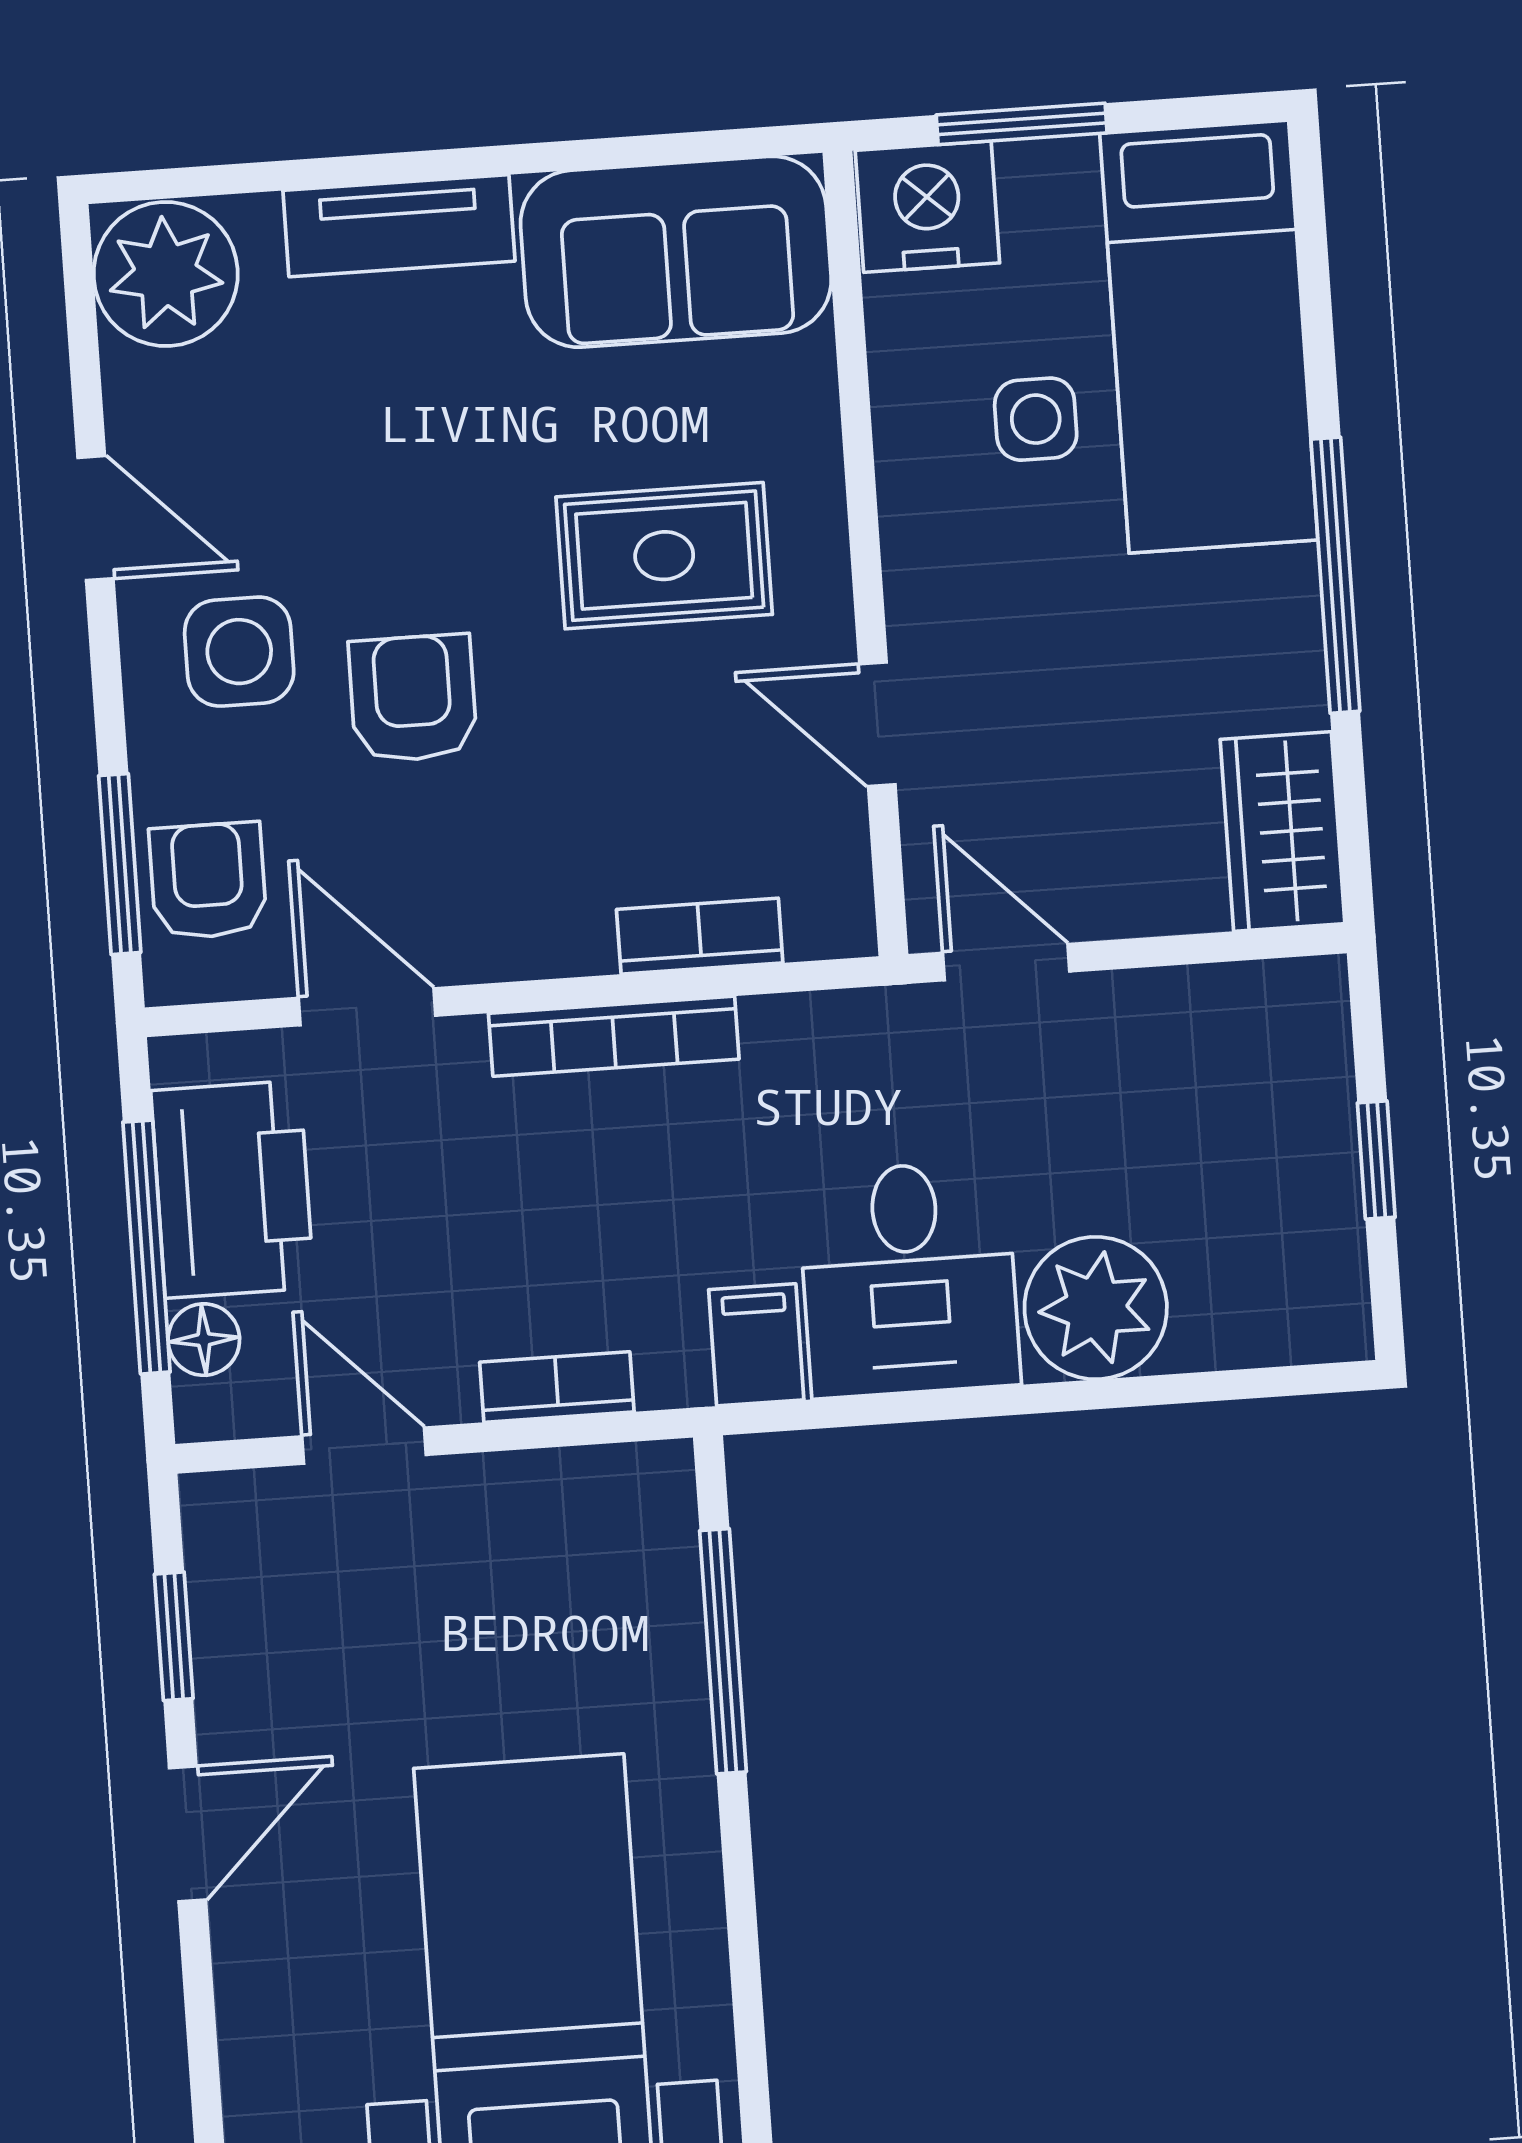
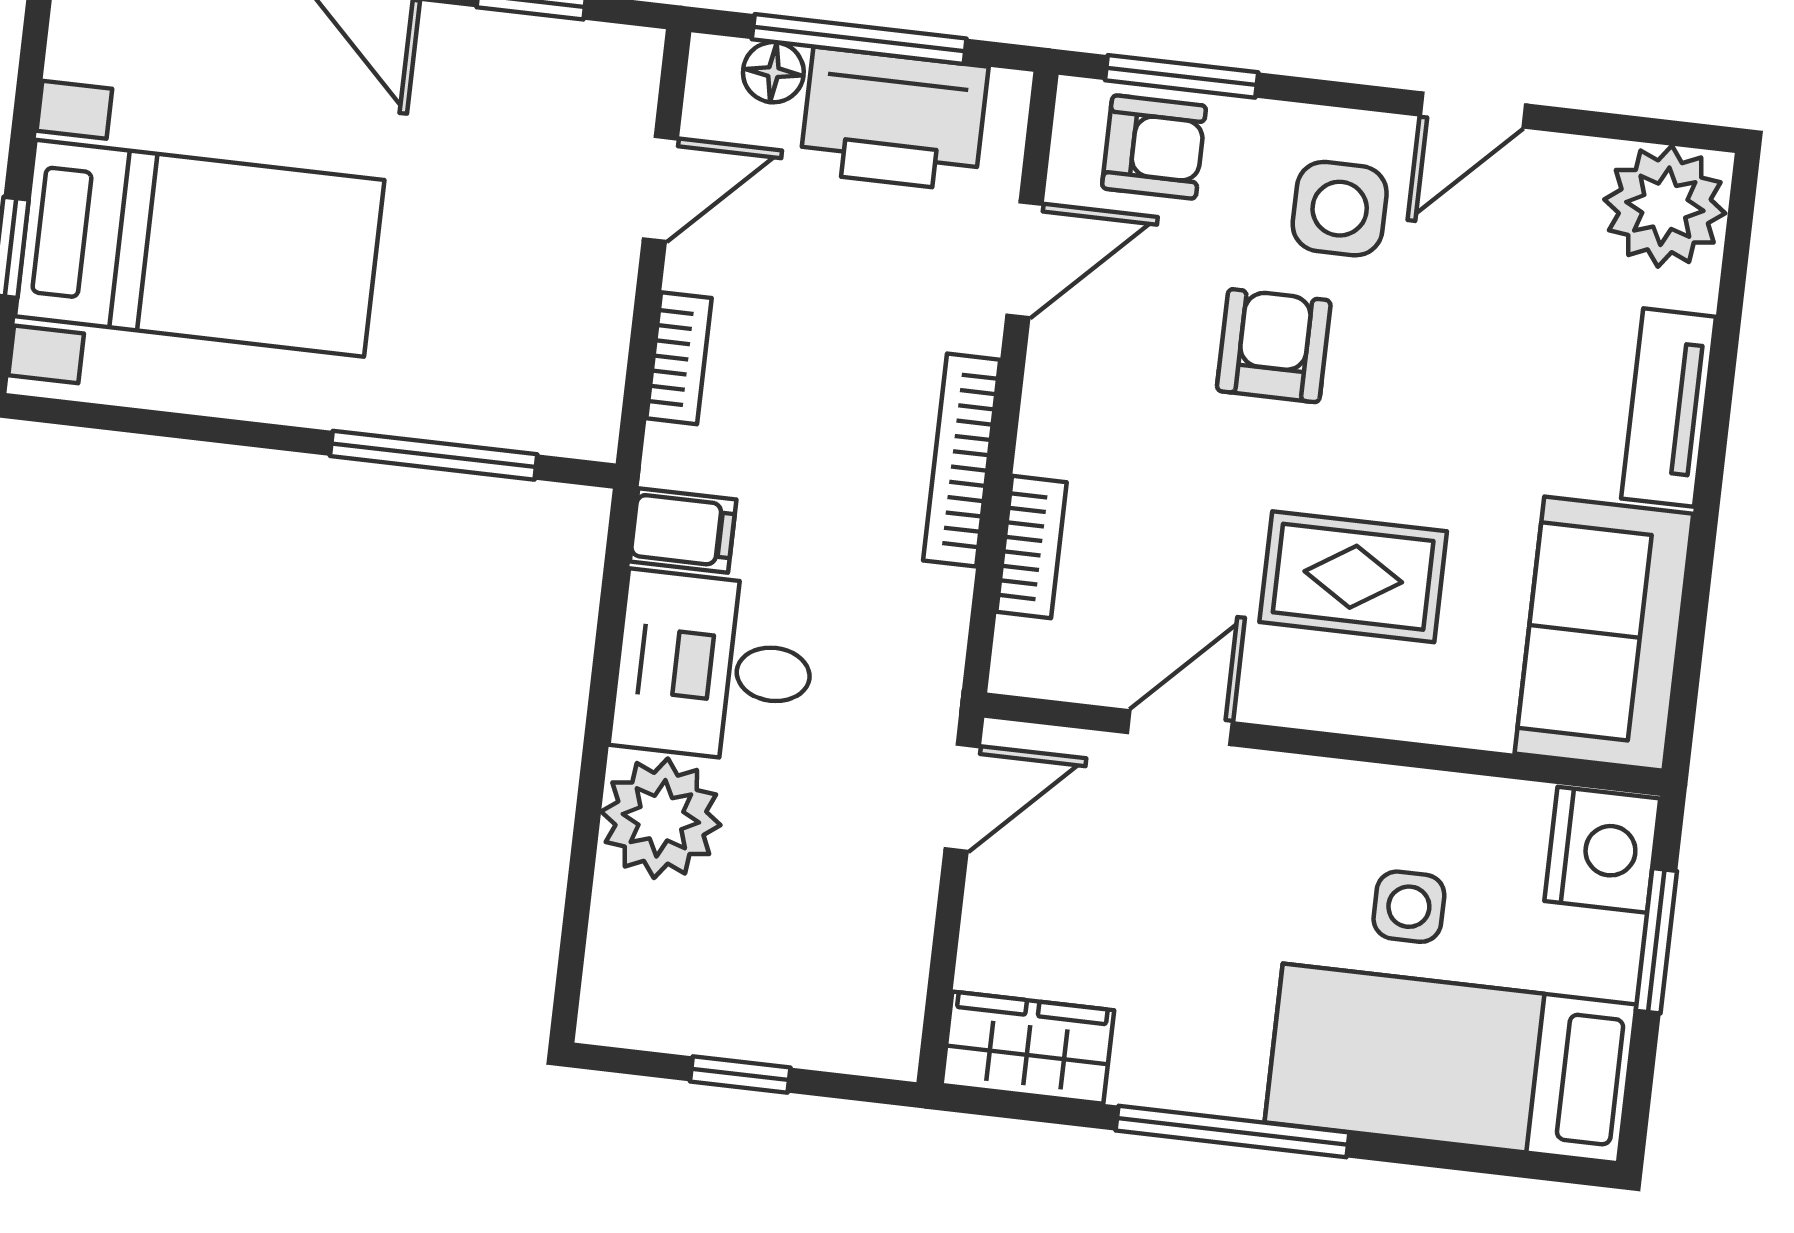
rug: (664, 556) -> (1353, 577), turned 90
armchair: (413, 698) -> (1274, 346), turned -90

